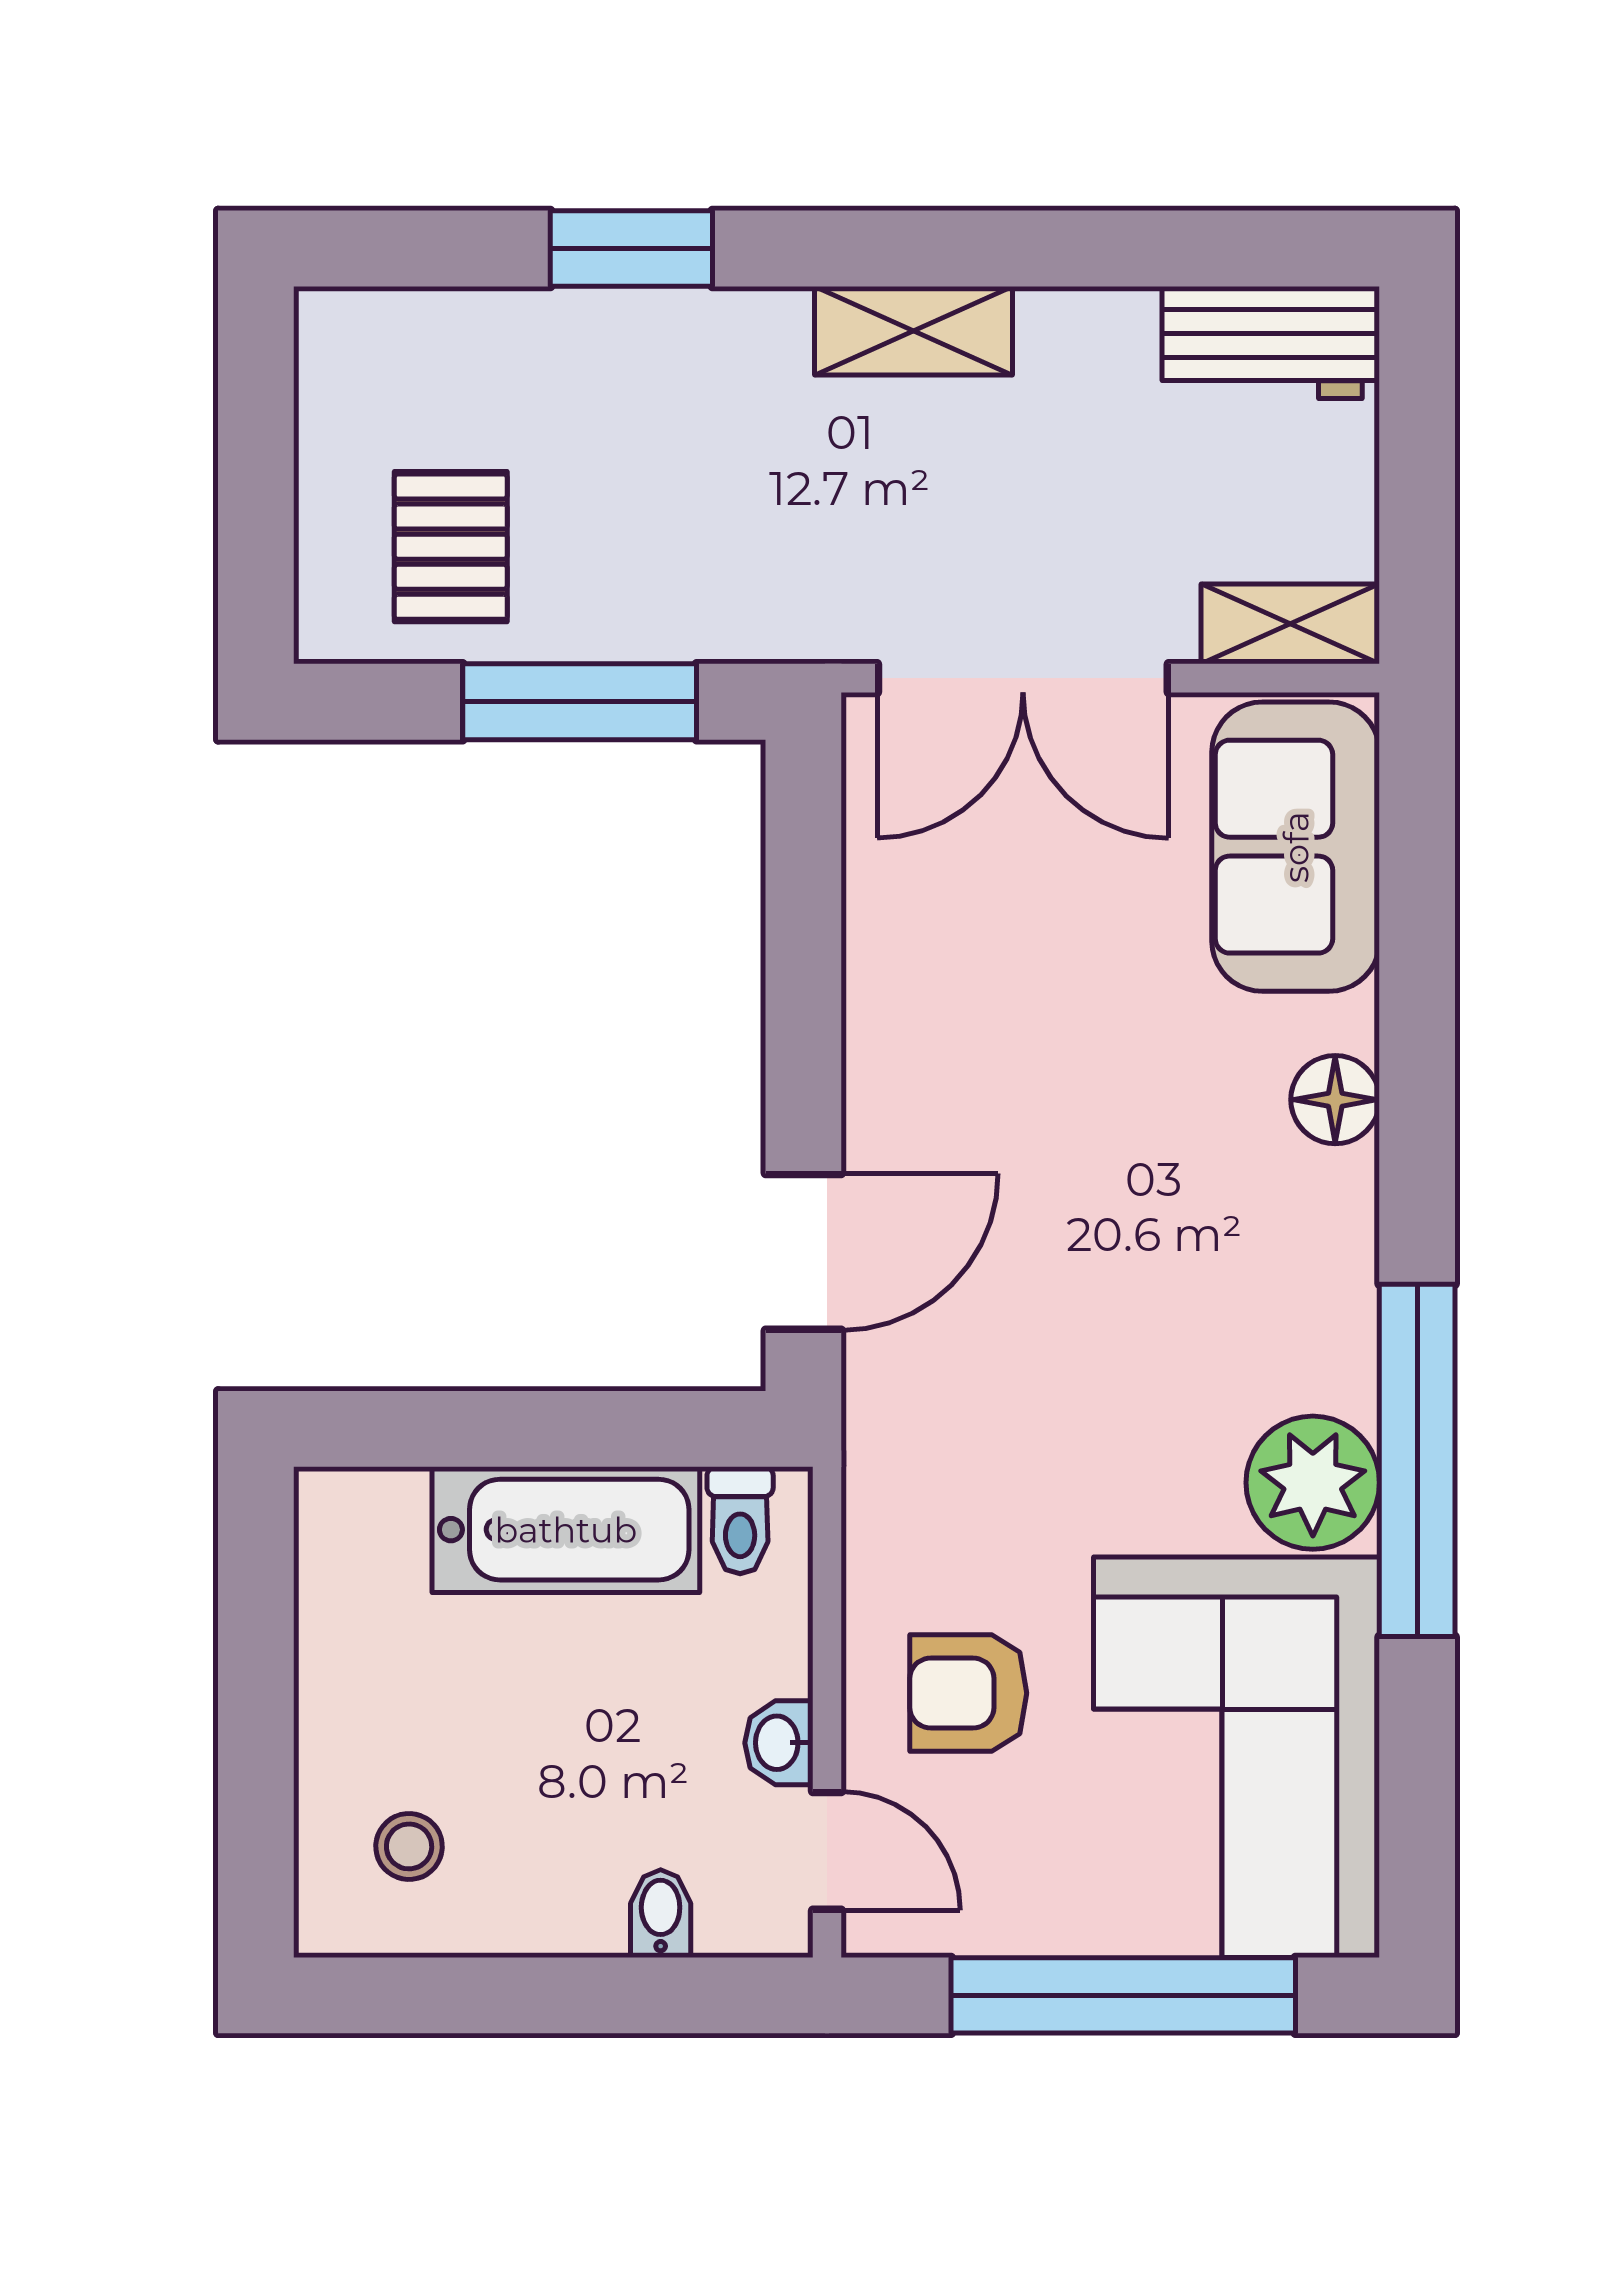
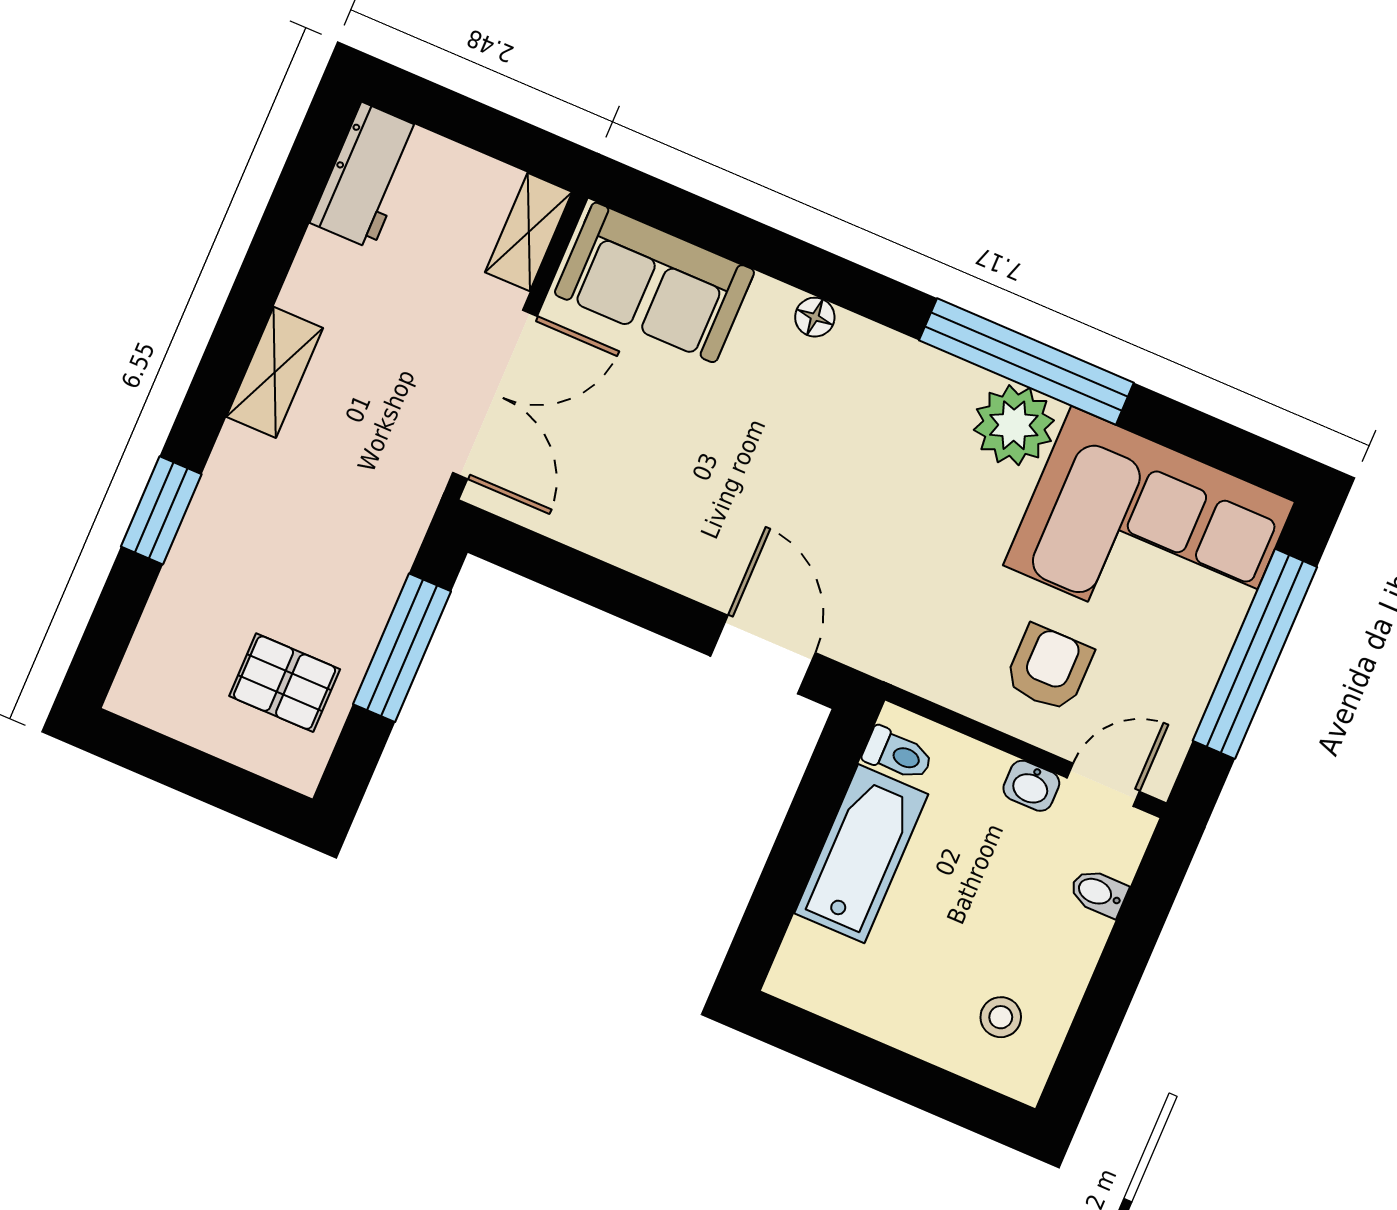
floor lamp: (1335, 1100) -> (815, 317), width x0.73, depth x0.73
armchair: (968, 1693) -> (1049, 668), turned 180

